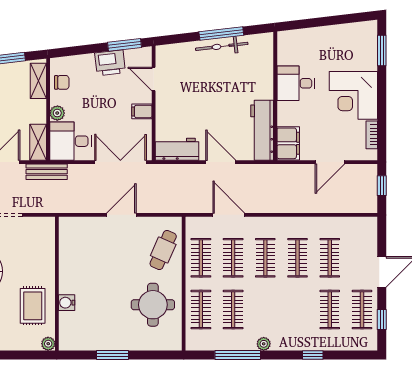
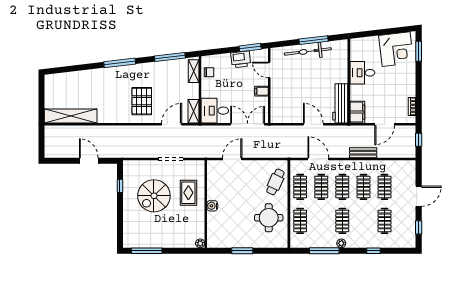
bicycle: (222, 46) -> (308, 51), width x1.37, depth x1.40
corner desk: (353, 95) -> (396, 49), moved, turned -97
plant: (57, 113) -> (206, 92), removed
workbench: (177, 149) -> (285, 116), removed
bench: (47, 172) -> (363, 153), moved
door: (121, 215) -> (232, 159), moved
water cooler: (67, 303) -> (212, 206), moved
rug: (33, 306) -> (188, 193), moved
clothes rail: (233, 310) -> (342, 221), moved
clothes rail: (362, 310) -> (406, 221), removed

